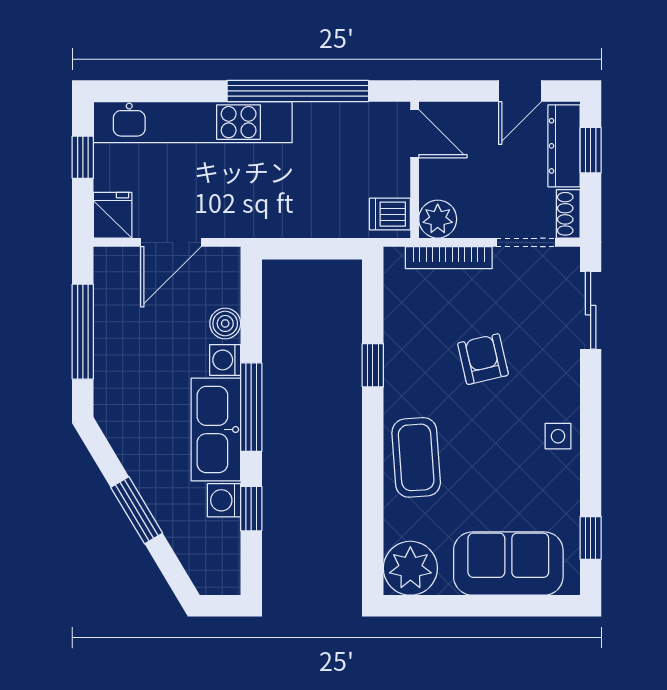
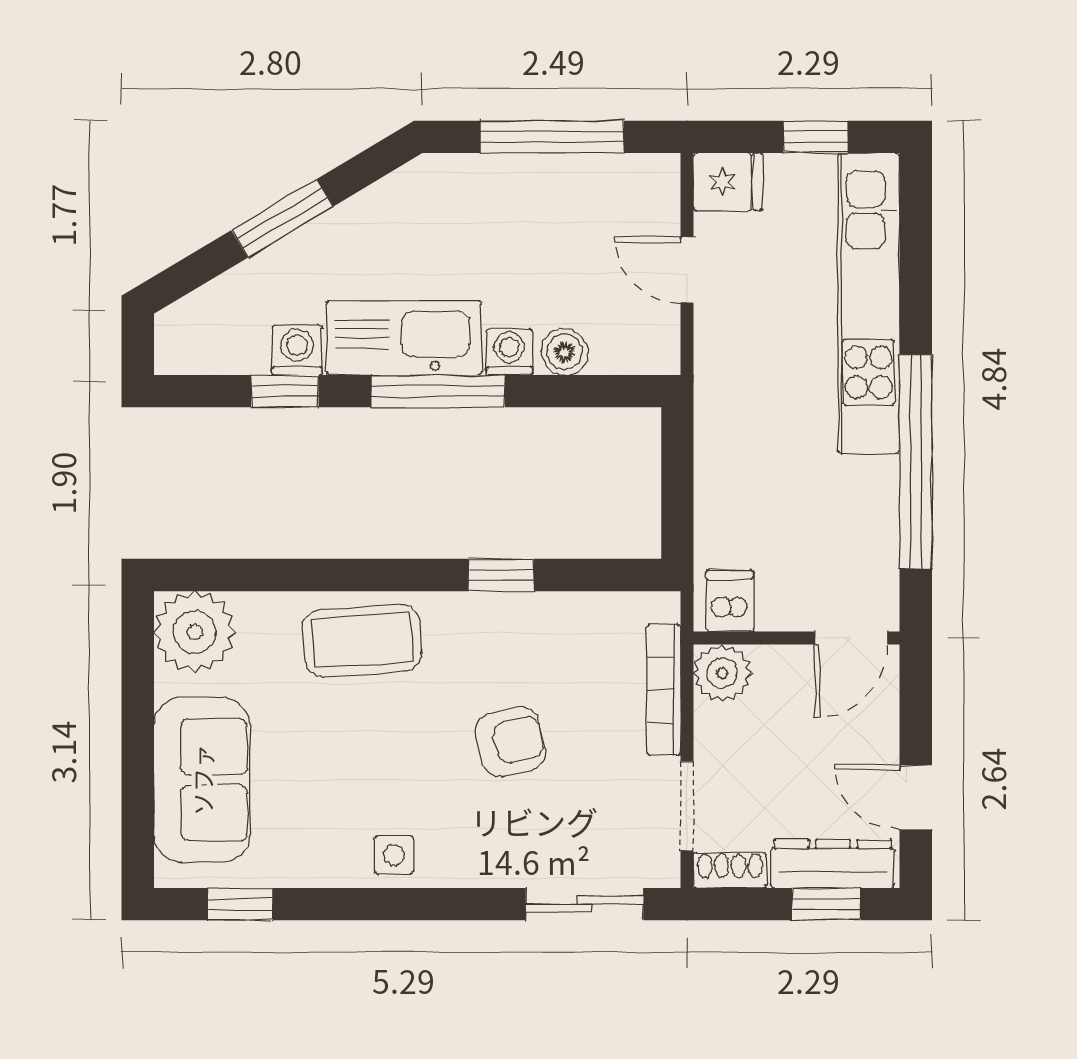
door: (171, 242) -> (687, 270), width x0.73

